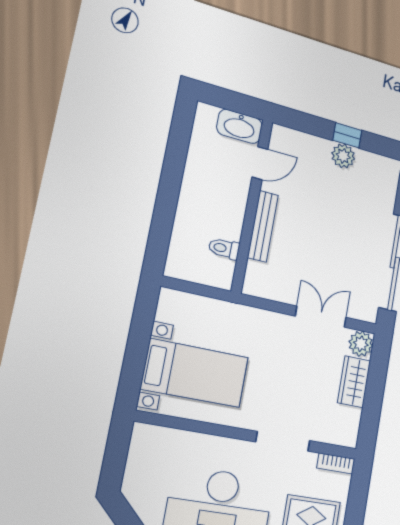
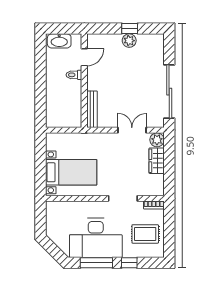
washbasin: (239, 126) -> (59, 41), moved
bench: (263, 226) -> (92, 109), moved
toilet: (224, 249) -> (74, 75), moved

